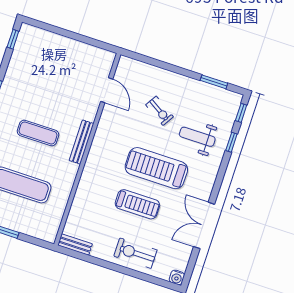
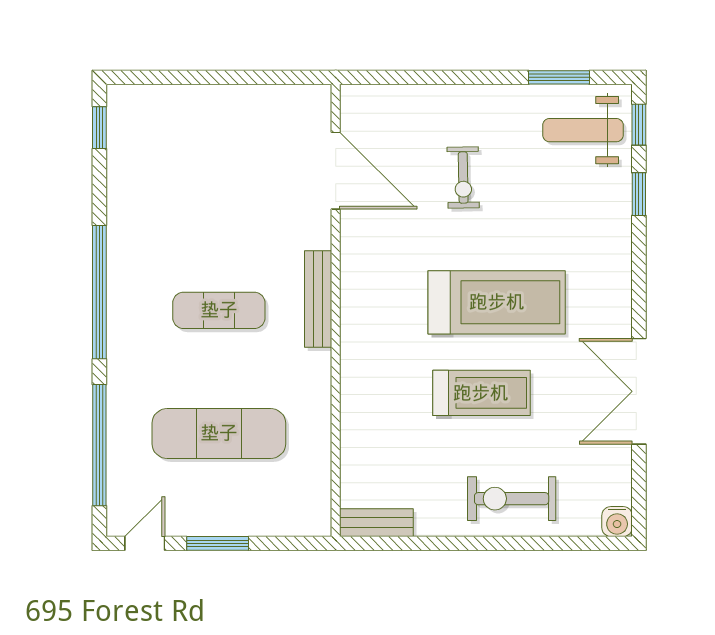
door: (107, 90) -> (336, 171), width x1.36
exercise bike: (160, 111) -> (463, 177), turned 57
weight bench: (197, 137) -> (583, 130), moved
treadmill: (156, 168) -> (497, 302), turned 180

